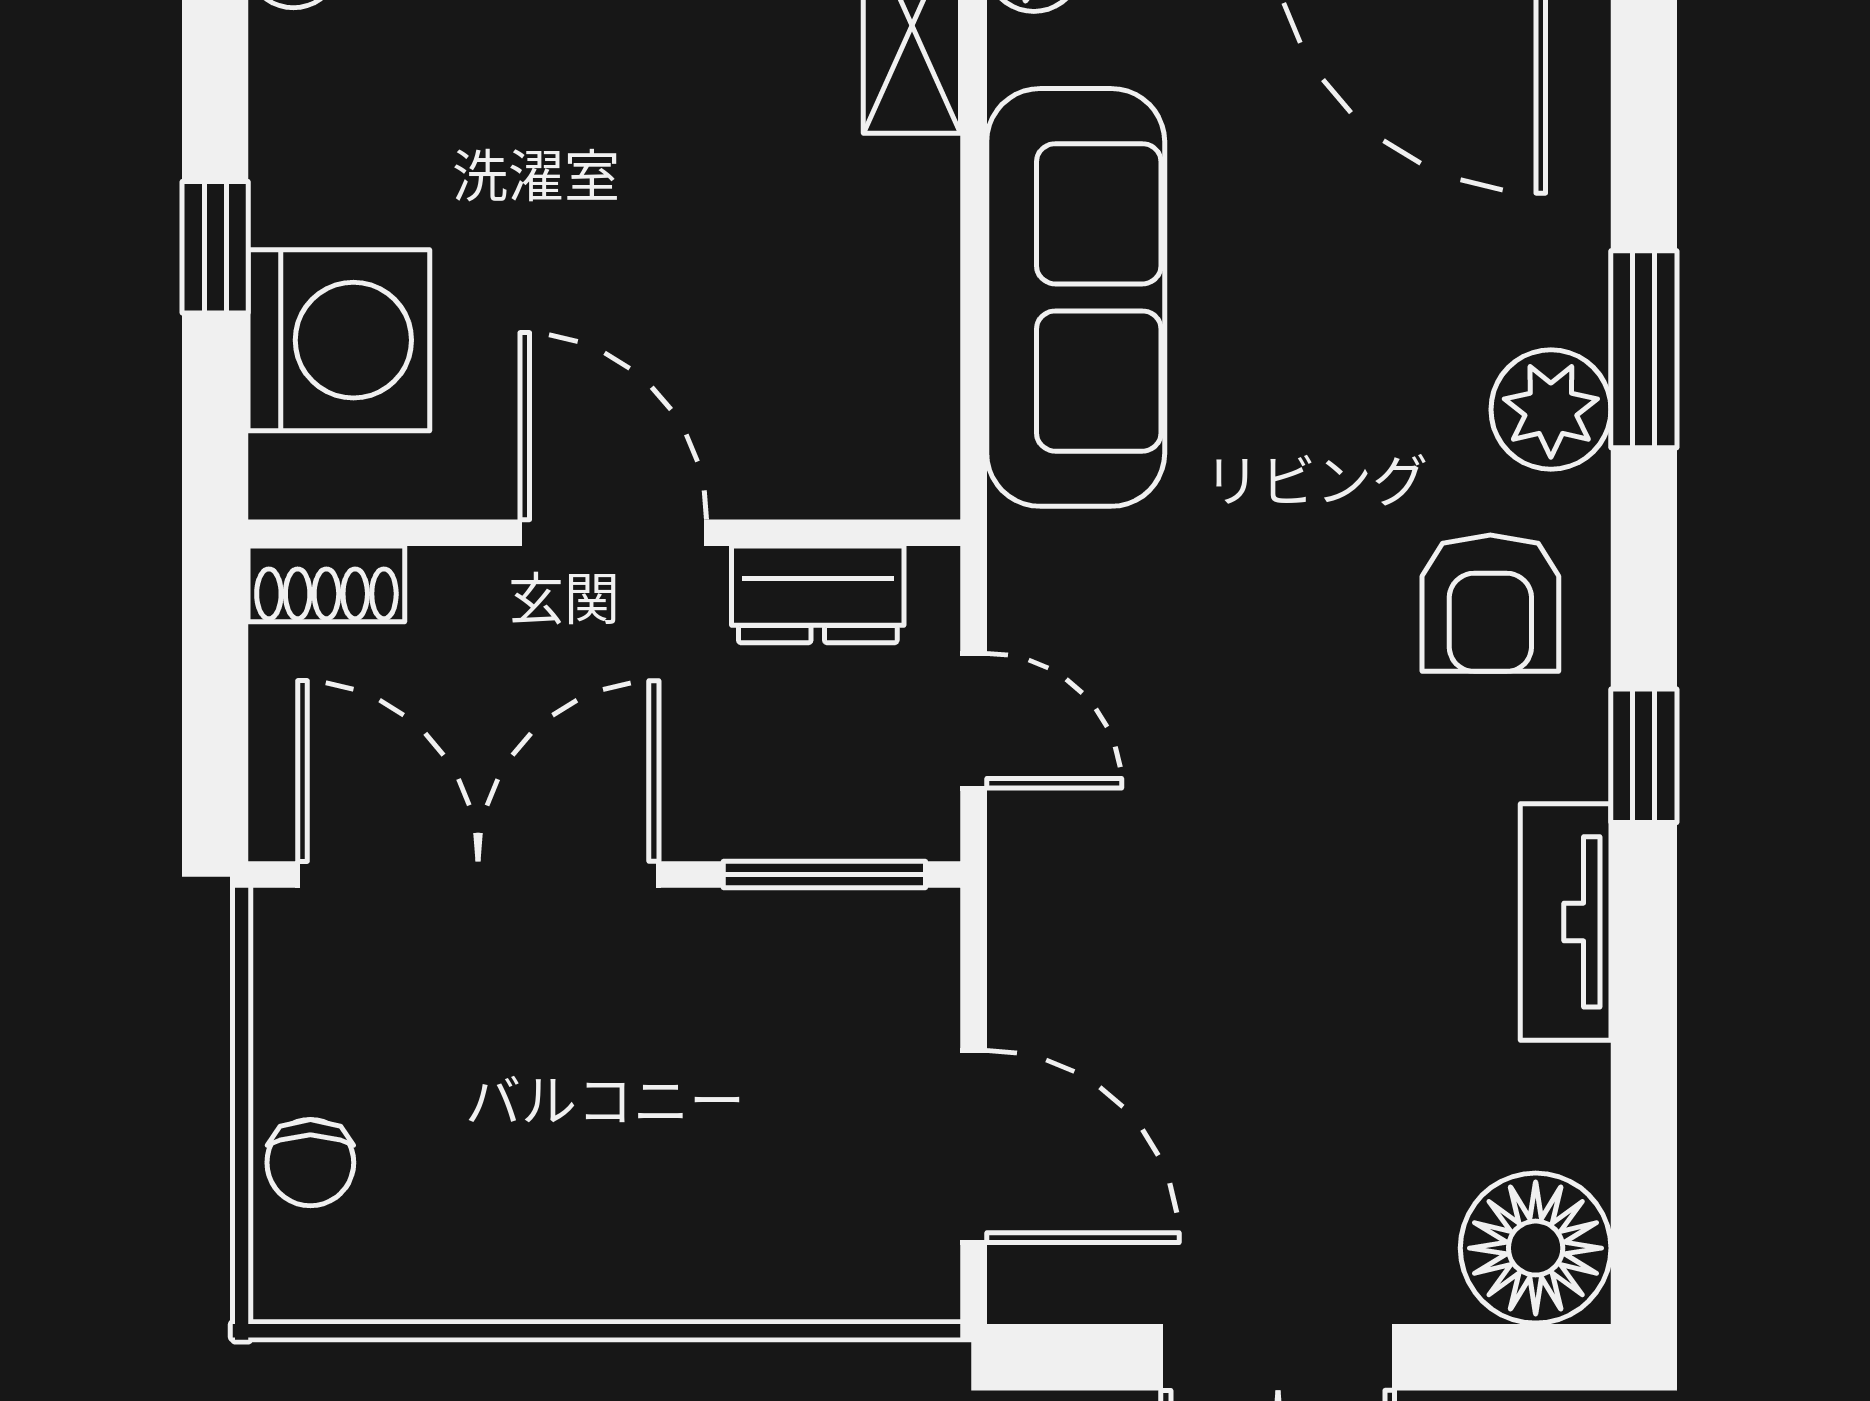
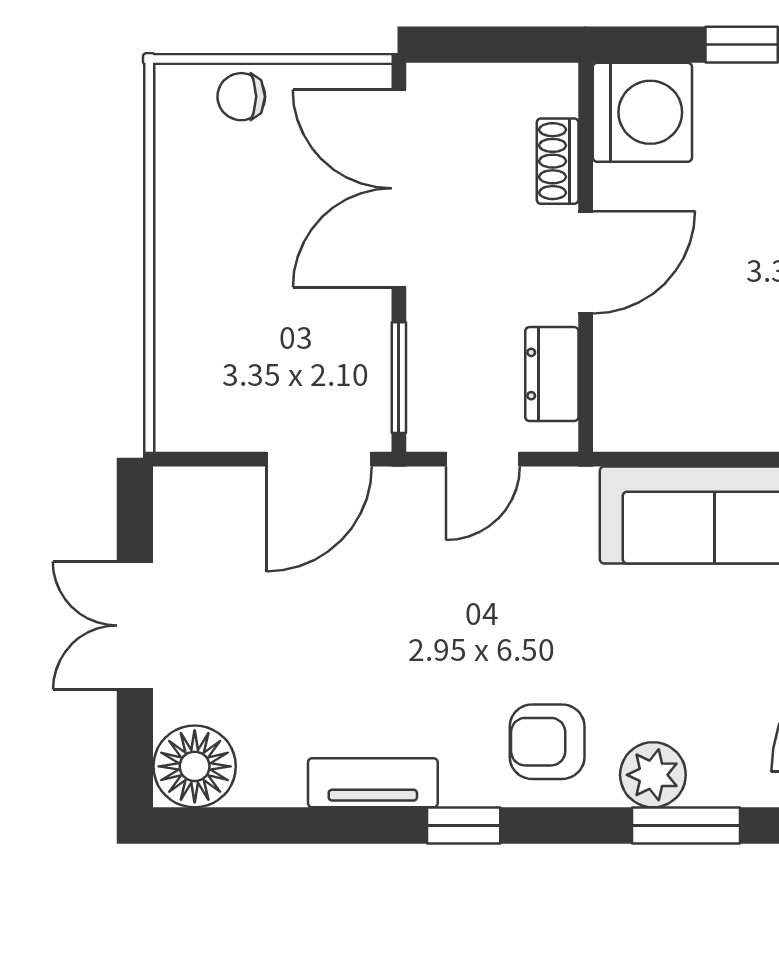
washing machine: (339, 340) -> (642, 112), moved, turned -90
shoe rack: (326, 584) -> (558, 161), moved
double door: (478, 874) -> (399, 188), swing flipped
door: (974, 1147) -> (319, 459), moved

